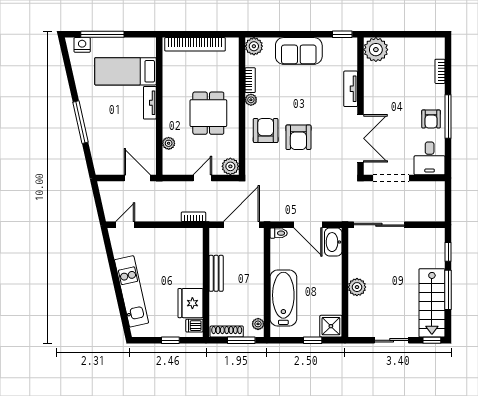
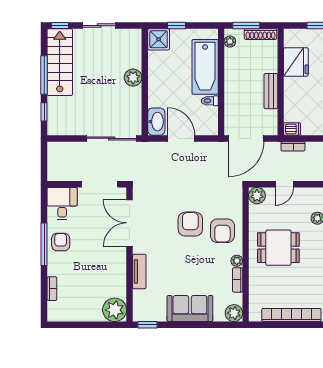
dining table: (208, 113) -> (278, 248), turned 90
toilet: (279, 233) -> (210, 101), moved
dishwasher: (194, 326) -> (292, 129), moved

